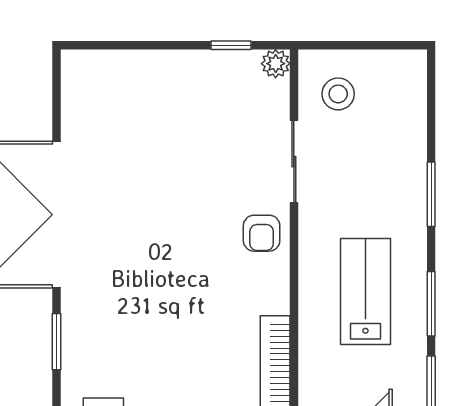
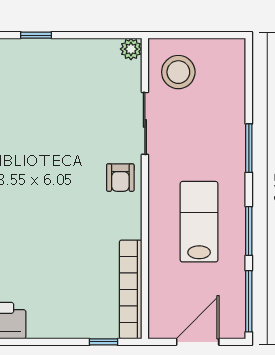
window: (231, 45) -> (36, 35), moved
stool: (338, 94) -> (178, 72), width x1.38, depth x1.38

